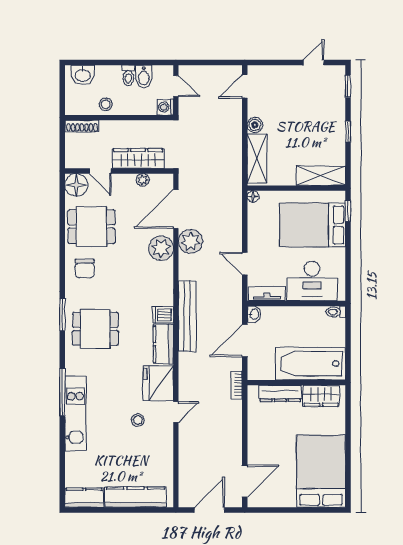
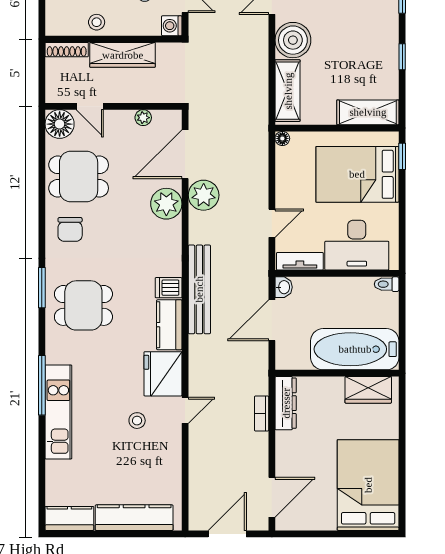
boiler: (255, 125) -> (293, 40), width x1.86, depth x1.86
wardrobe: (138, 158) -> (123, 55), moved, turned 180
door: (245, 264) -> (272, 223), swing flipped
bookcase: (237, 385) -> (262, 414), moved
dresser: (280, 393) -> (286, 403), moved, turned -90

